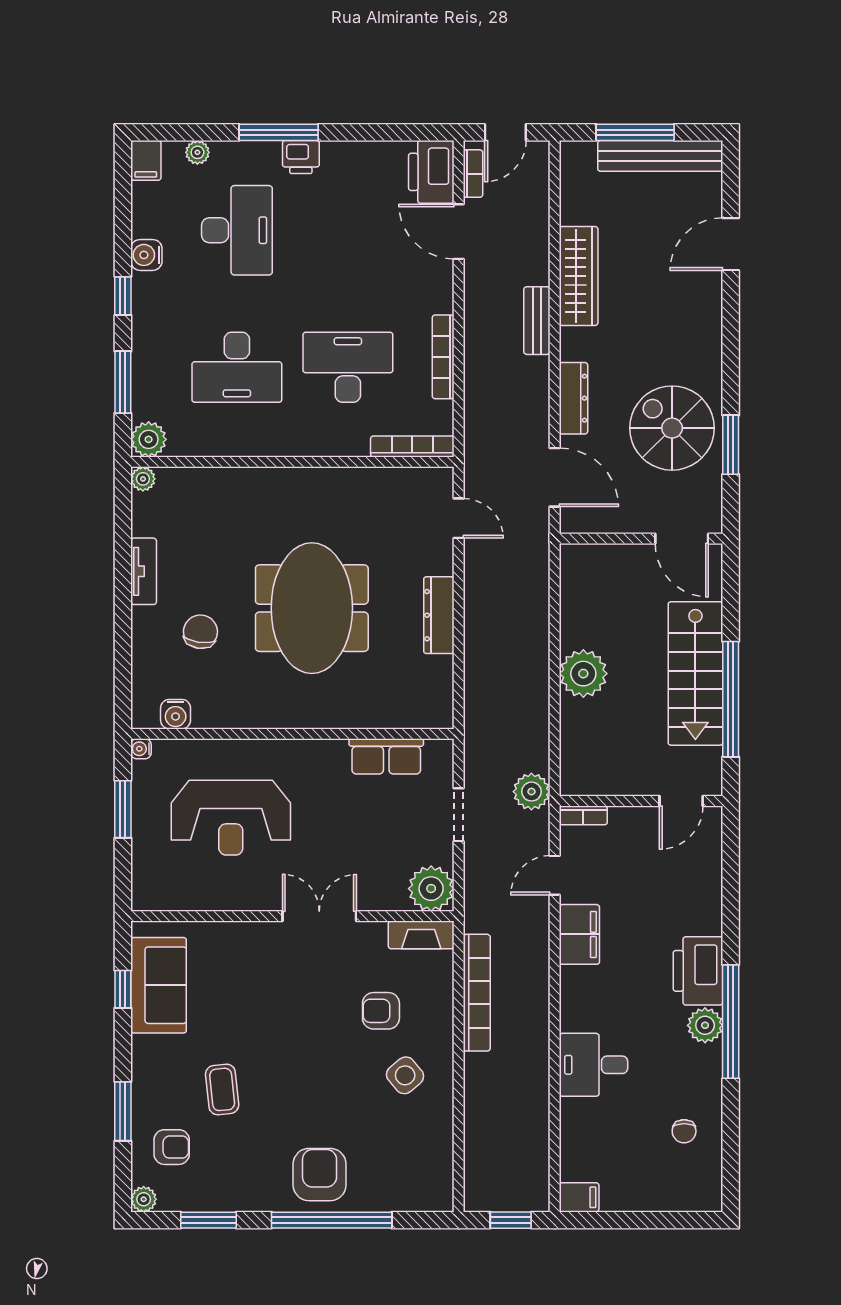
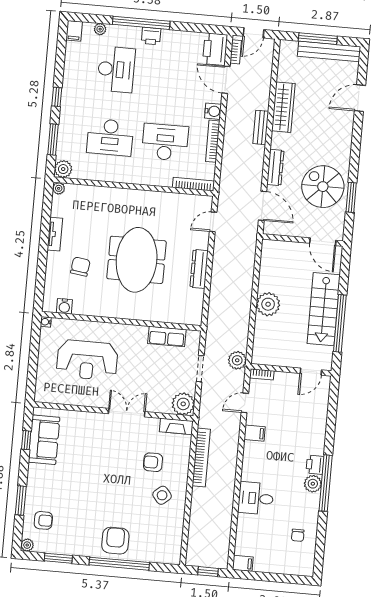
window: (279, 132) -> (141, 23), width x1.46
water cooler: (146, 255) -> (213, 111), moved, turned 180
door: (459, 518) -> (213, 222), swing flipped
window: (123, 809) -> (34, 351), removed
filing cabinet: (579, 934) -> (255, 433), width x0.50
printer: (698, 971) -> (315, 465), width x0.53, depth x0.68
coffee table: (222, 1089) -> (71, 494), removed

